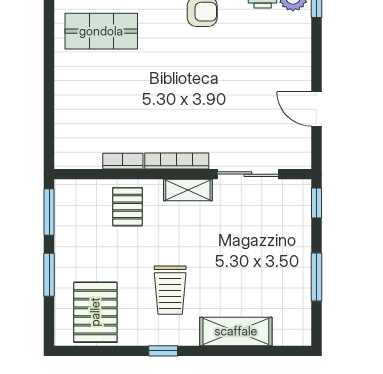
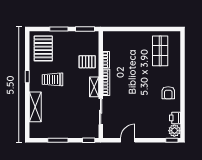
pallet: (95, 312) -> (43, 48), turned 90

